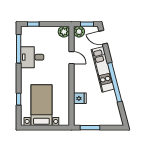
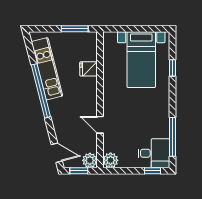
desk: (32, 57) -> (154, 153), moved
kitchen unit: (103, 69) -> (47, 69), moved

